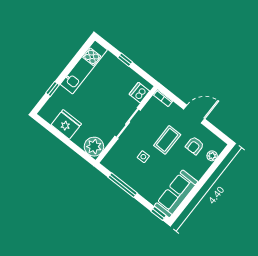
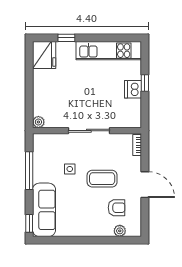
dishwasher: (139, 93) -> (133, 89), moved, turned -90
fridge: (66, 124) -> (44, 55), moved
armchair: (195, 146) -> (117, 208), turned 180
plant: (94, 147) -> (38, 122), width x0.53, depth x0.53
sofa: (176, 194) -> (44, 210), moved, turned 90

